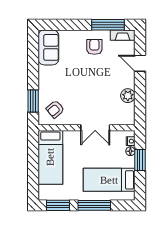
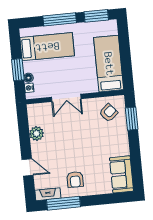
double door: (95, 128) -> (66, 98), swing flipped

